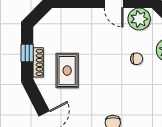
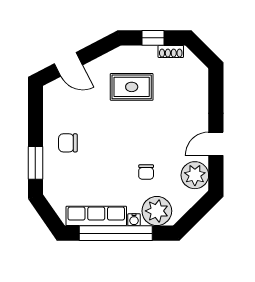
shoe rack: (38, 62) -> (171, 51), moved, width x0.70

